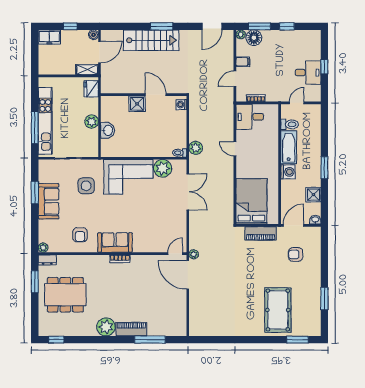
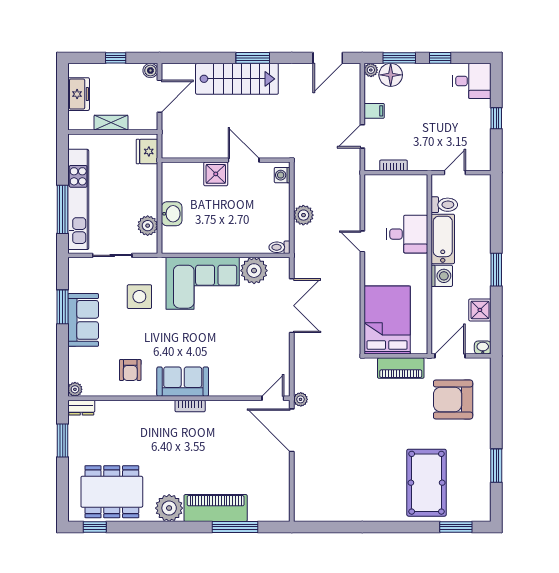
freezer: (49, 37) -> (79, 94), moved, turned -90
shelving: (87, 70) -> (111, 123), moved
desk: (308, 73) -> (472, 81), moved
desk: (250, 117) -> (407, 234), moved, turned 180
plant: (92, 122) -> (148, 226), moved
plant: (196, 148) -> (303, 215), moved
armchair: (296, 254) -> (453, 399), width x1.88, depth x1.88
dining table: (65, 295) -> (112, 492), moved
piano: (131, 329) -> (216, 508), width x1.37, depth x1.33

